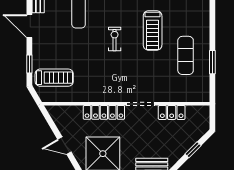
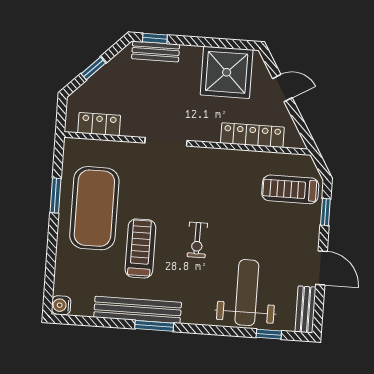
exercise mat: (186, 55) -> (94, 208), width x2.00, depth x1.45
locker: (104, 112) -> (252, 135), moved
locker: (172, 112) -> (99, 124), moved

